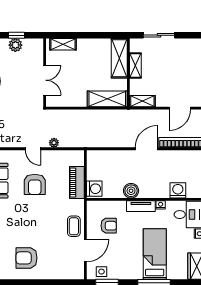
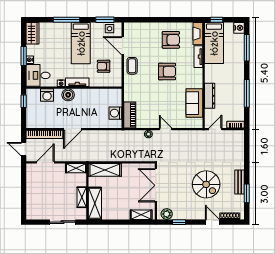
plant: (15, 45) -> (167, 214), moved
double door: (45, 80) -> (156, 185), width x1.37
piano: (77, 182) -> (130, 115), moved
armchair: (35, 184) -> (167, 72), moved, turned 90
washing machine: (94, 189) -> (115, 113), moved
boiler: (131, 191) -> (68, 95), moved
door: (85, 251) -> (123, 46), hinge flipped
bed: (155, 254) -> (81, 43), moved

